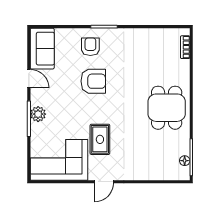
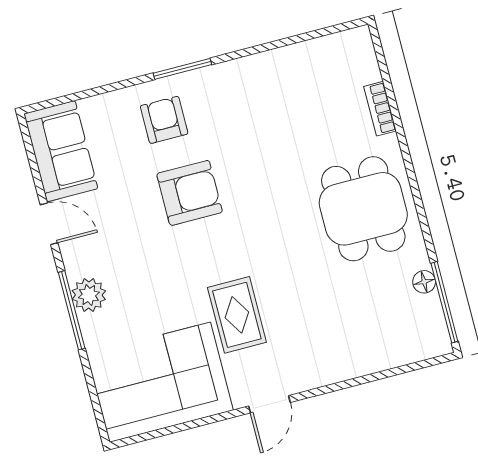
bookcase: (185, 47) -> (380, 109), moved
floor lamp: (185, 161) -> (424, 282), moved

